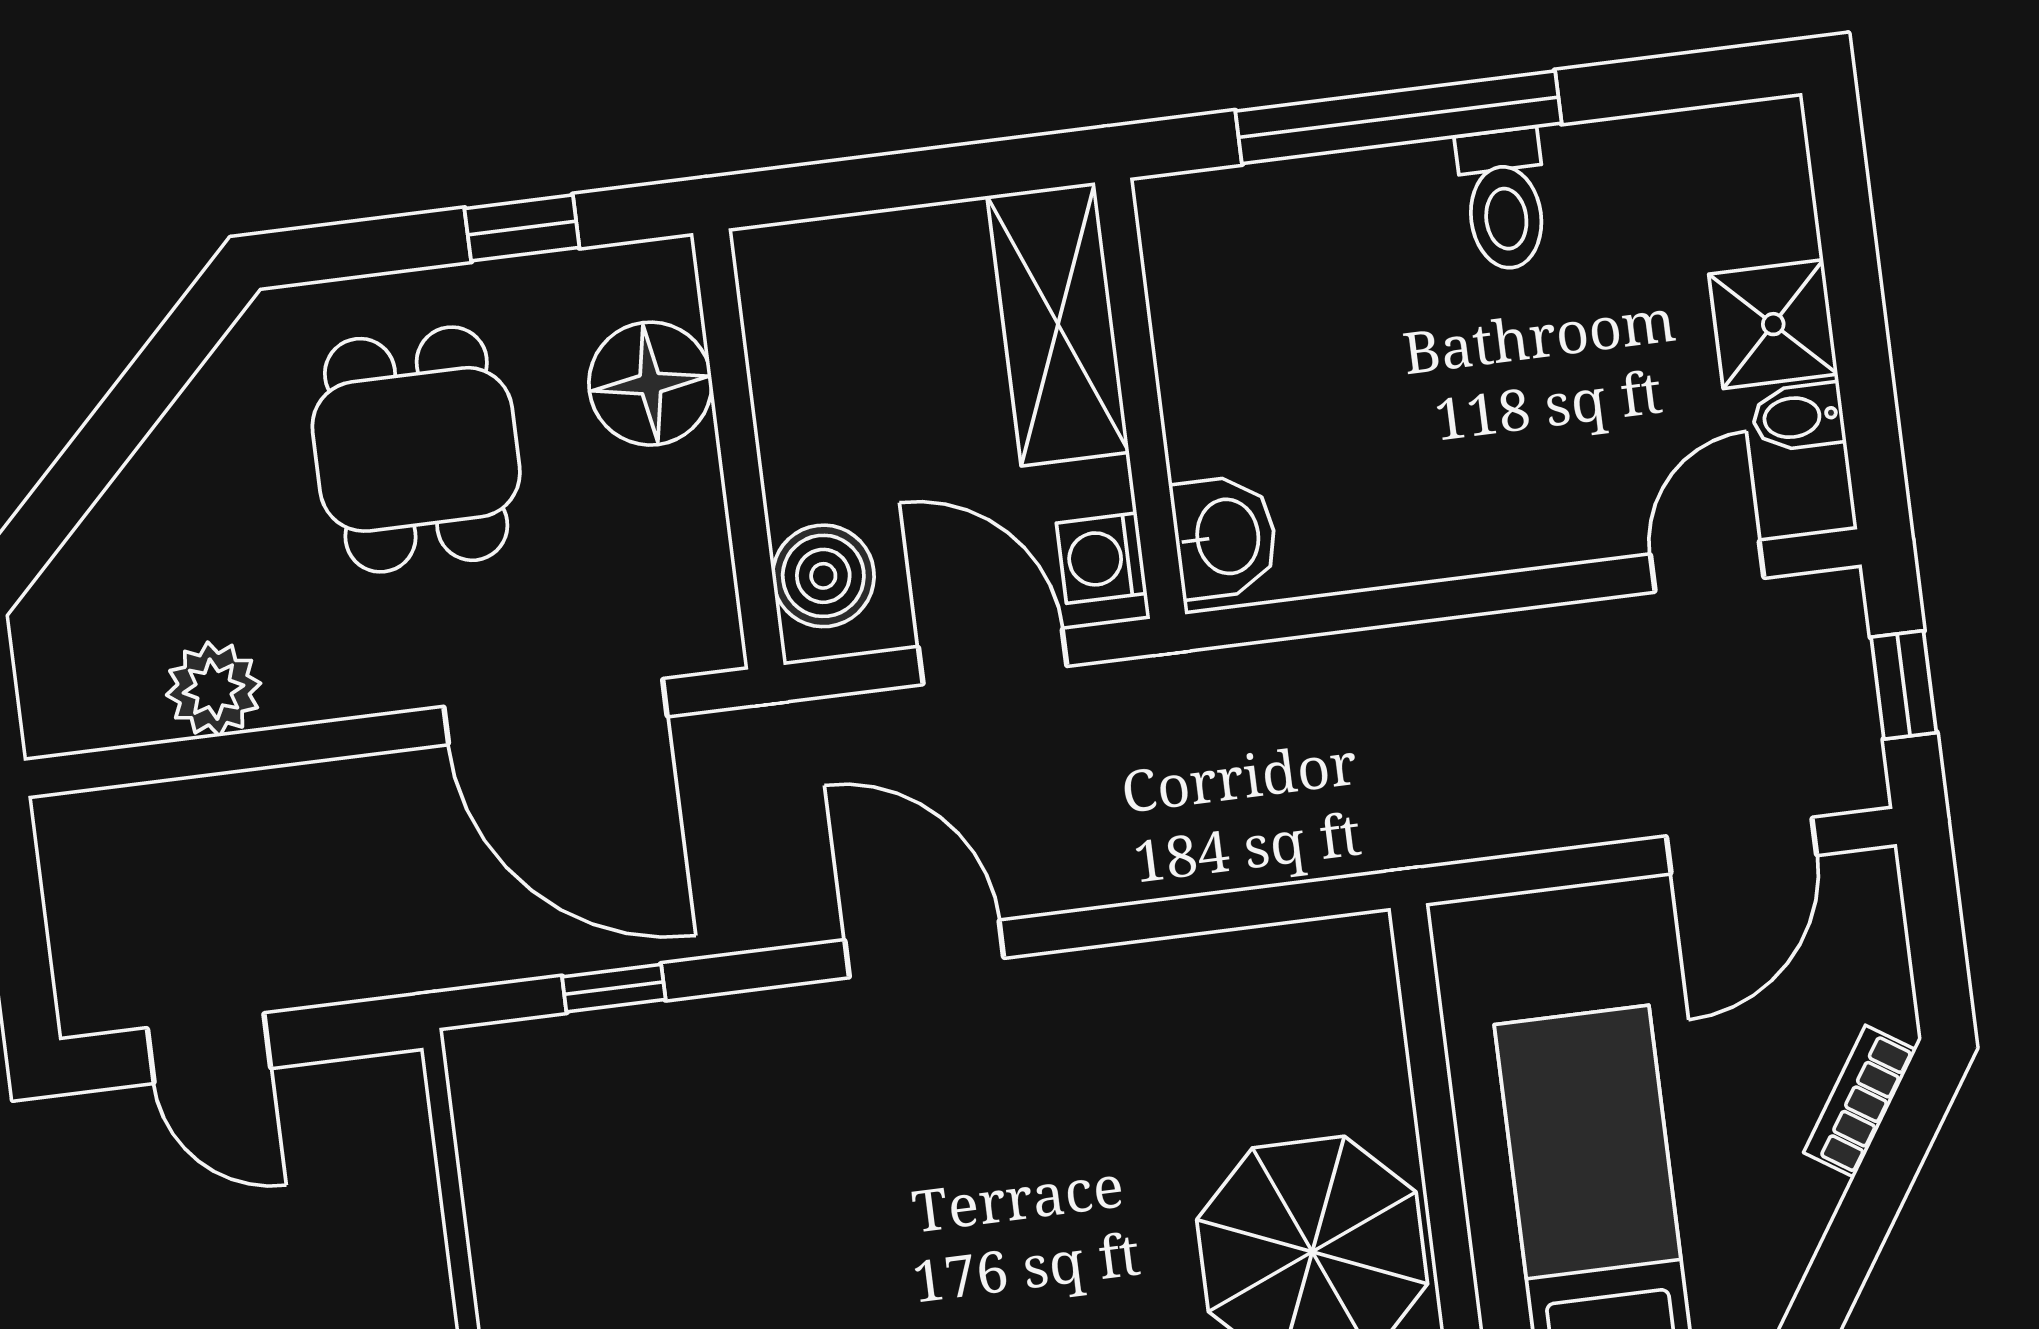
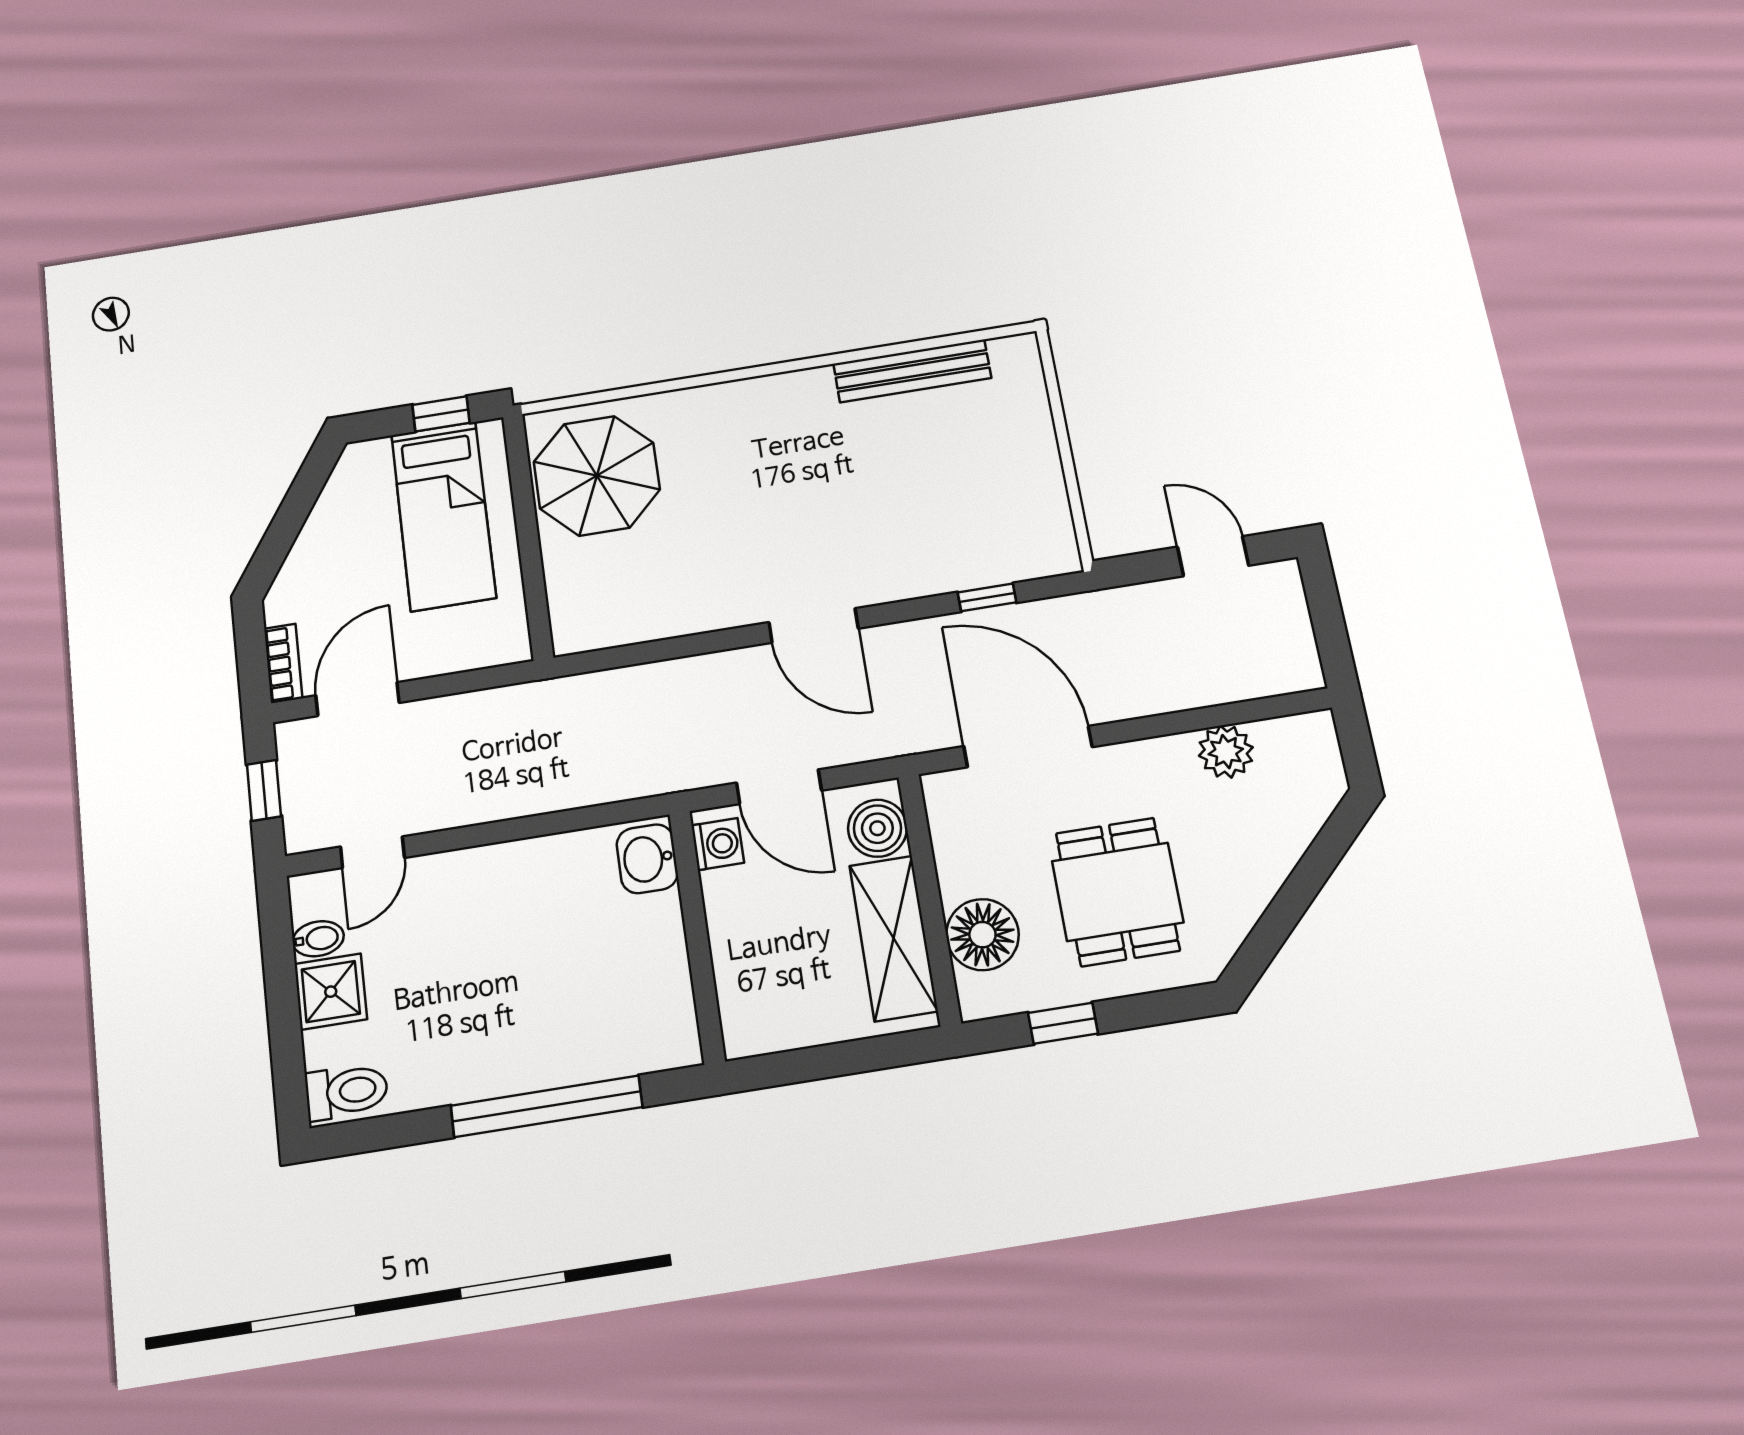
toilet: (1504, 200) -> (347, 1091), moved, turned 90
shelving: (1058, 324) -> (893, 938), moved
bookcase: (1860, 1101) -> (283, 663), moved, turned -33

